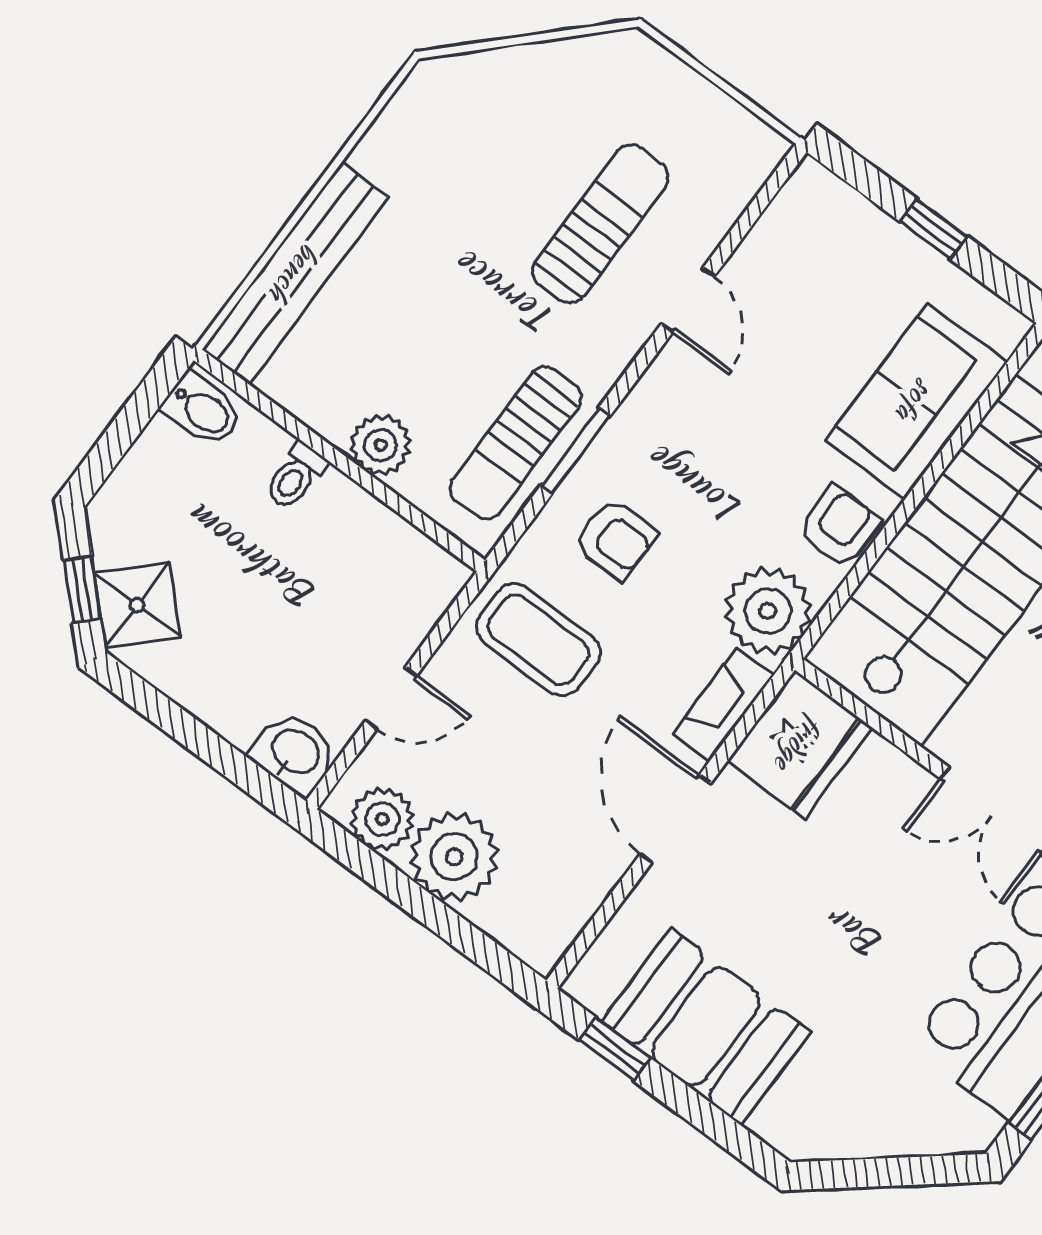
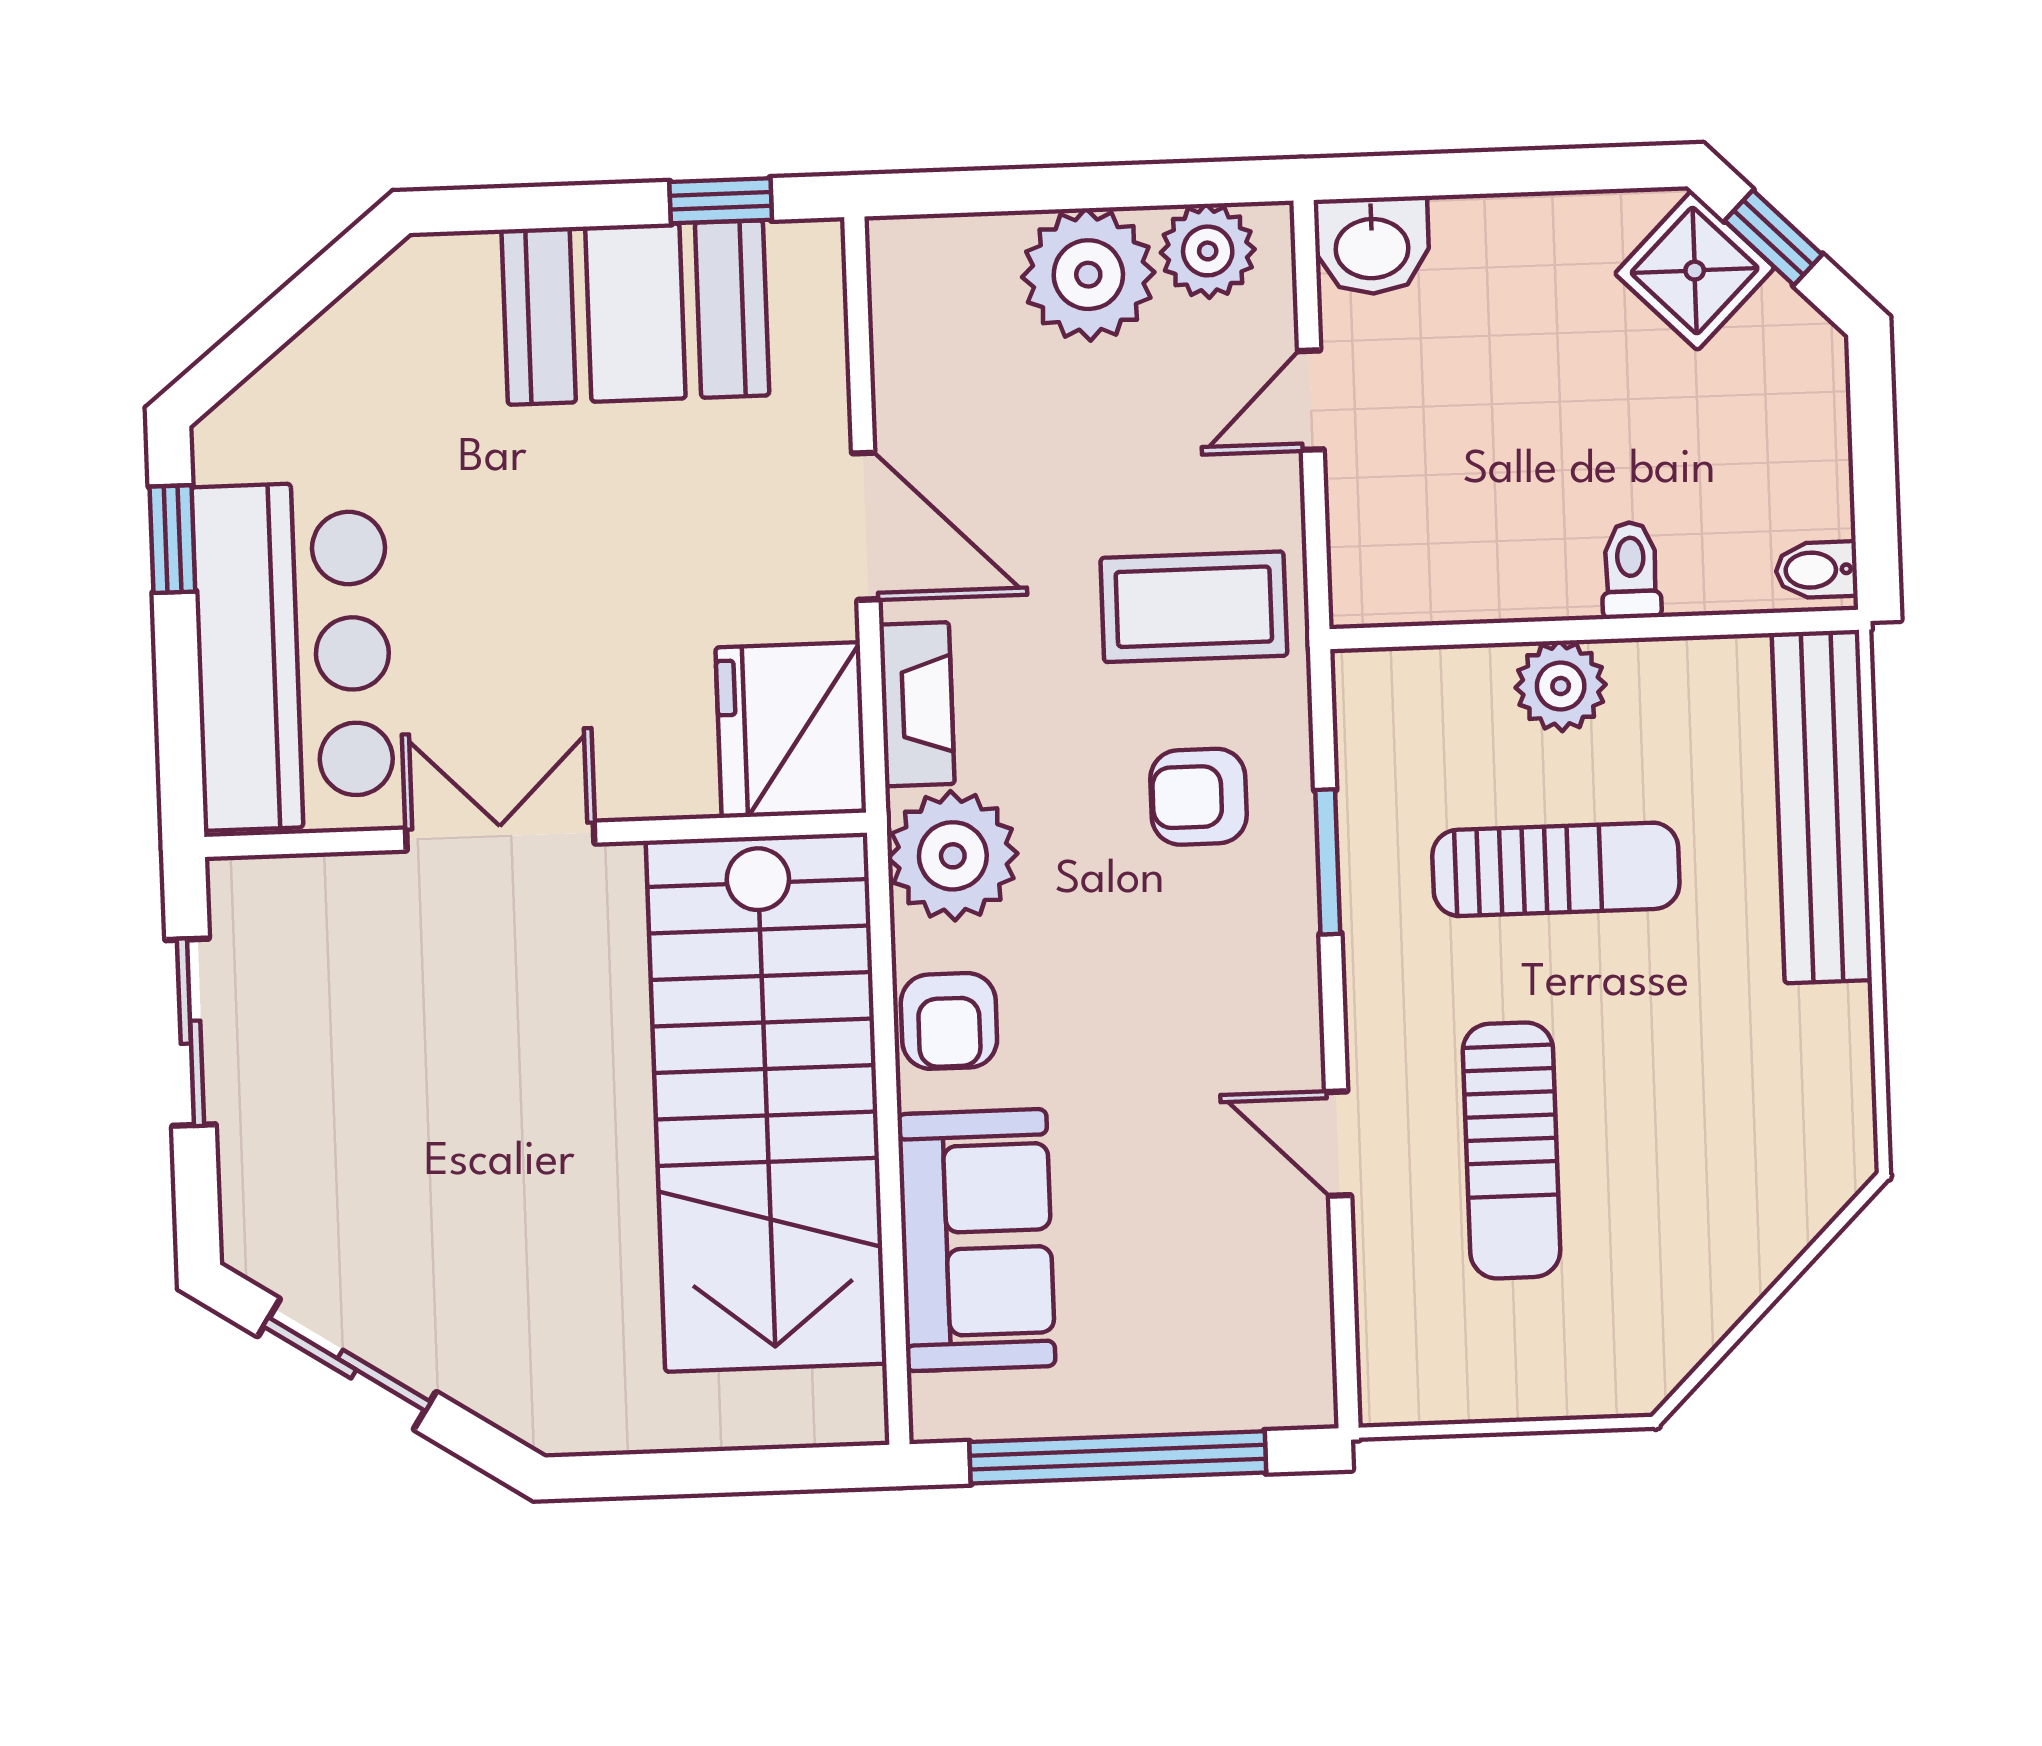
window: (934, 229) -> (1118, 1457), width x3.17
bidet: (202, 410) -> (1816, 570), width x0.72, depth x0.74
sun lounger: (515, 443) -> (1556, 869), moved, turned 90

